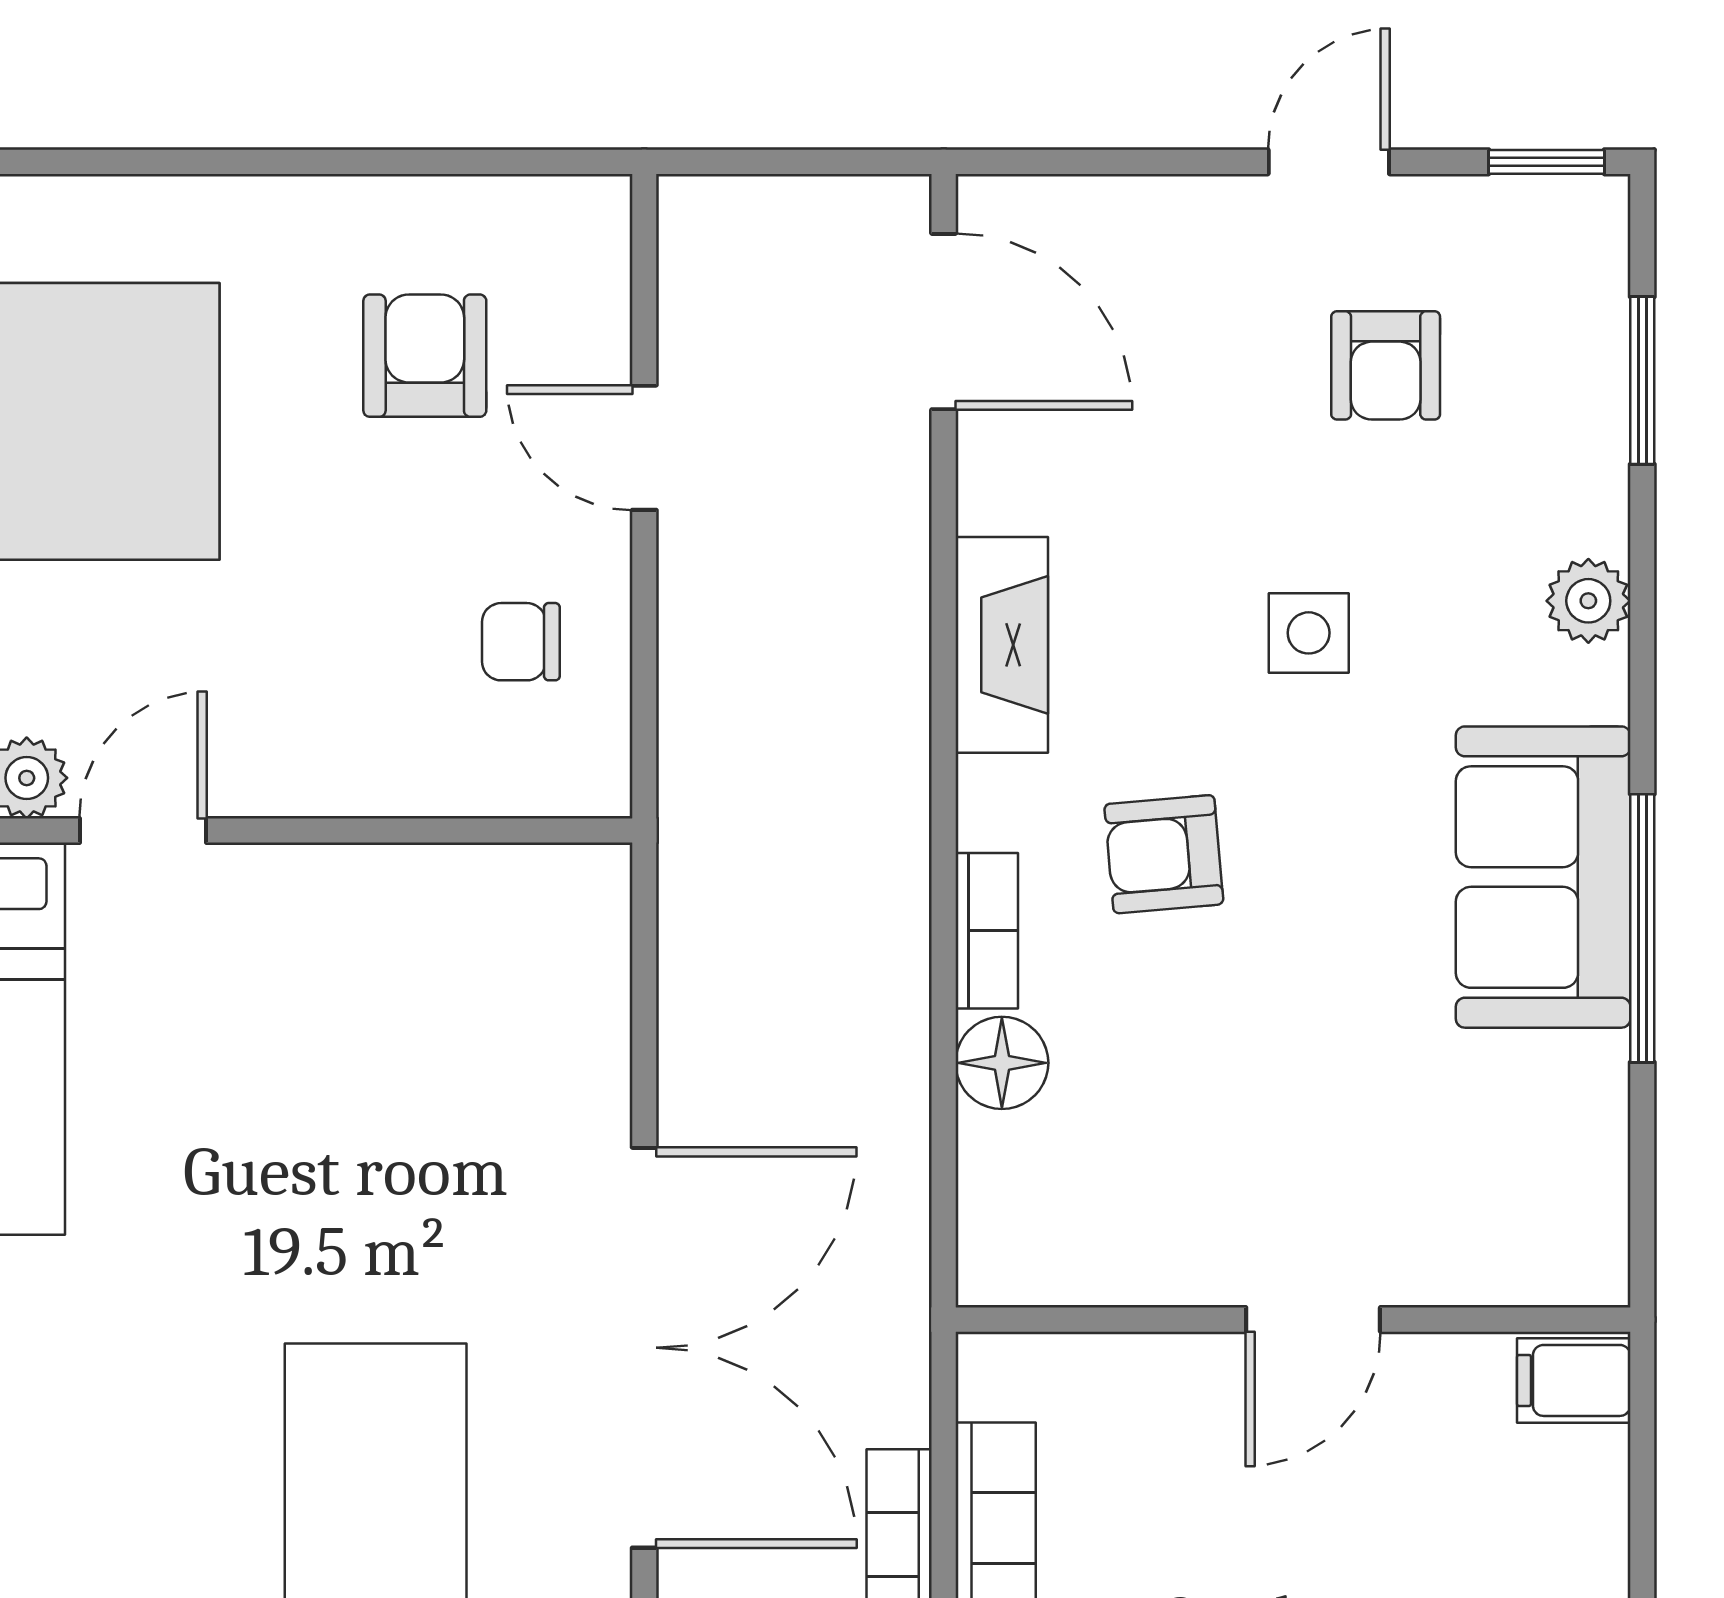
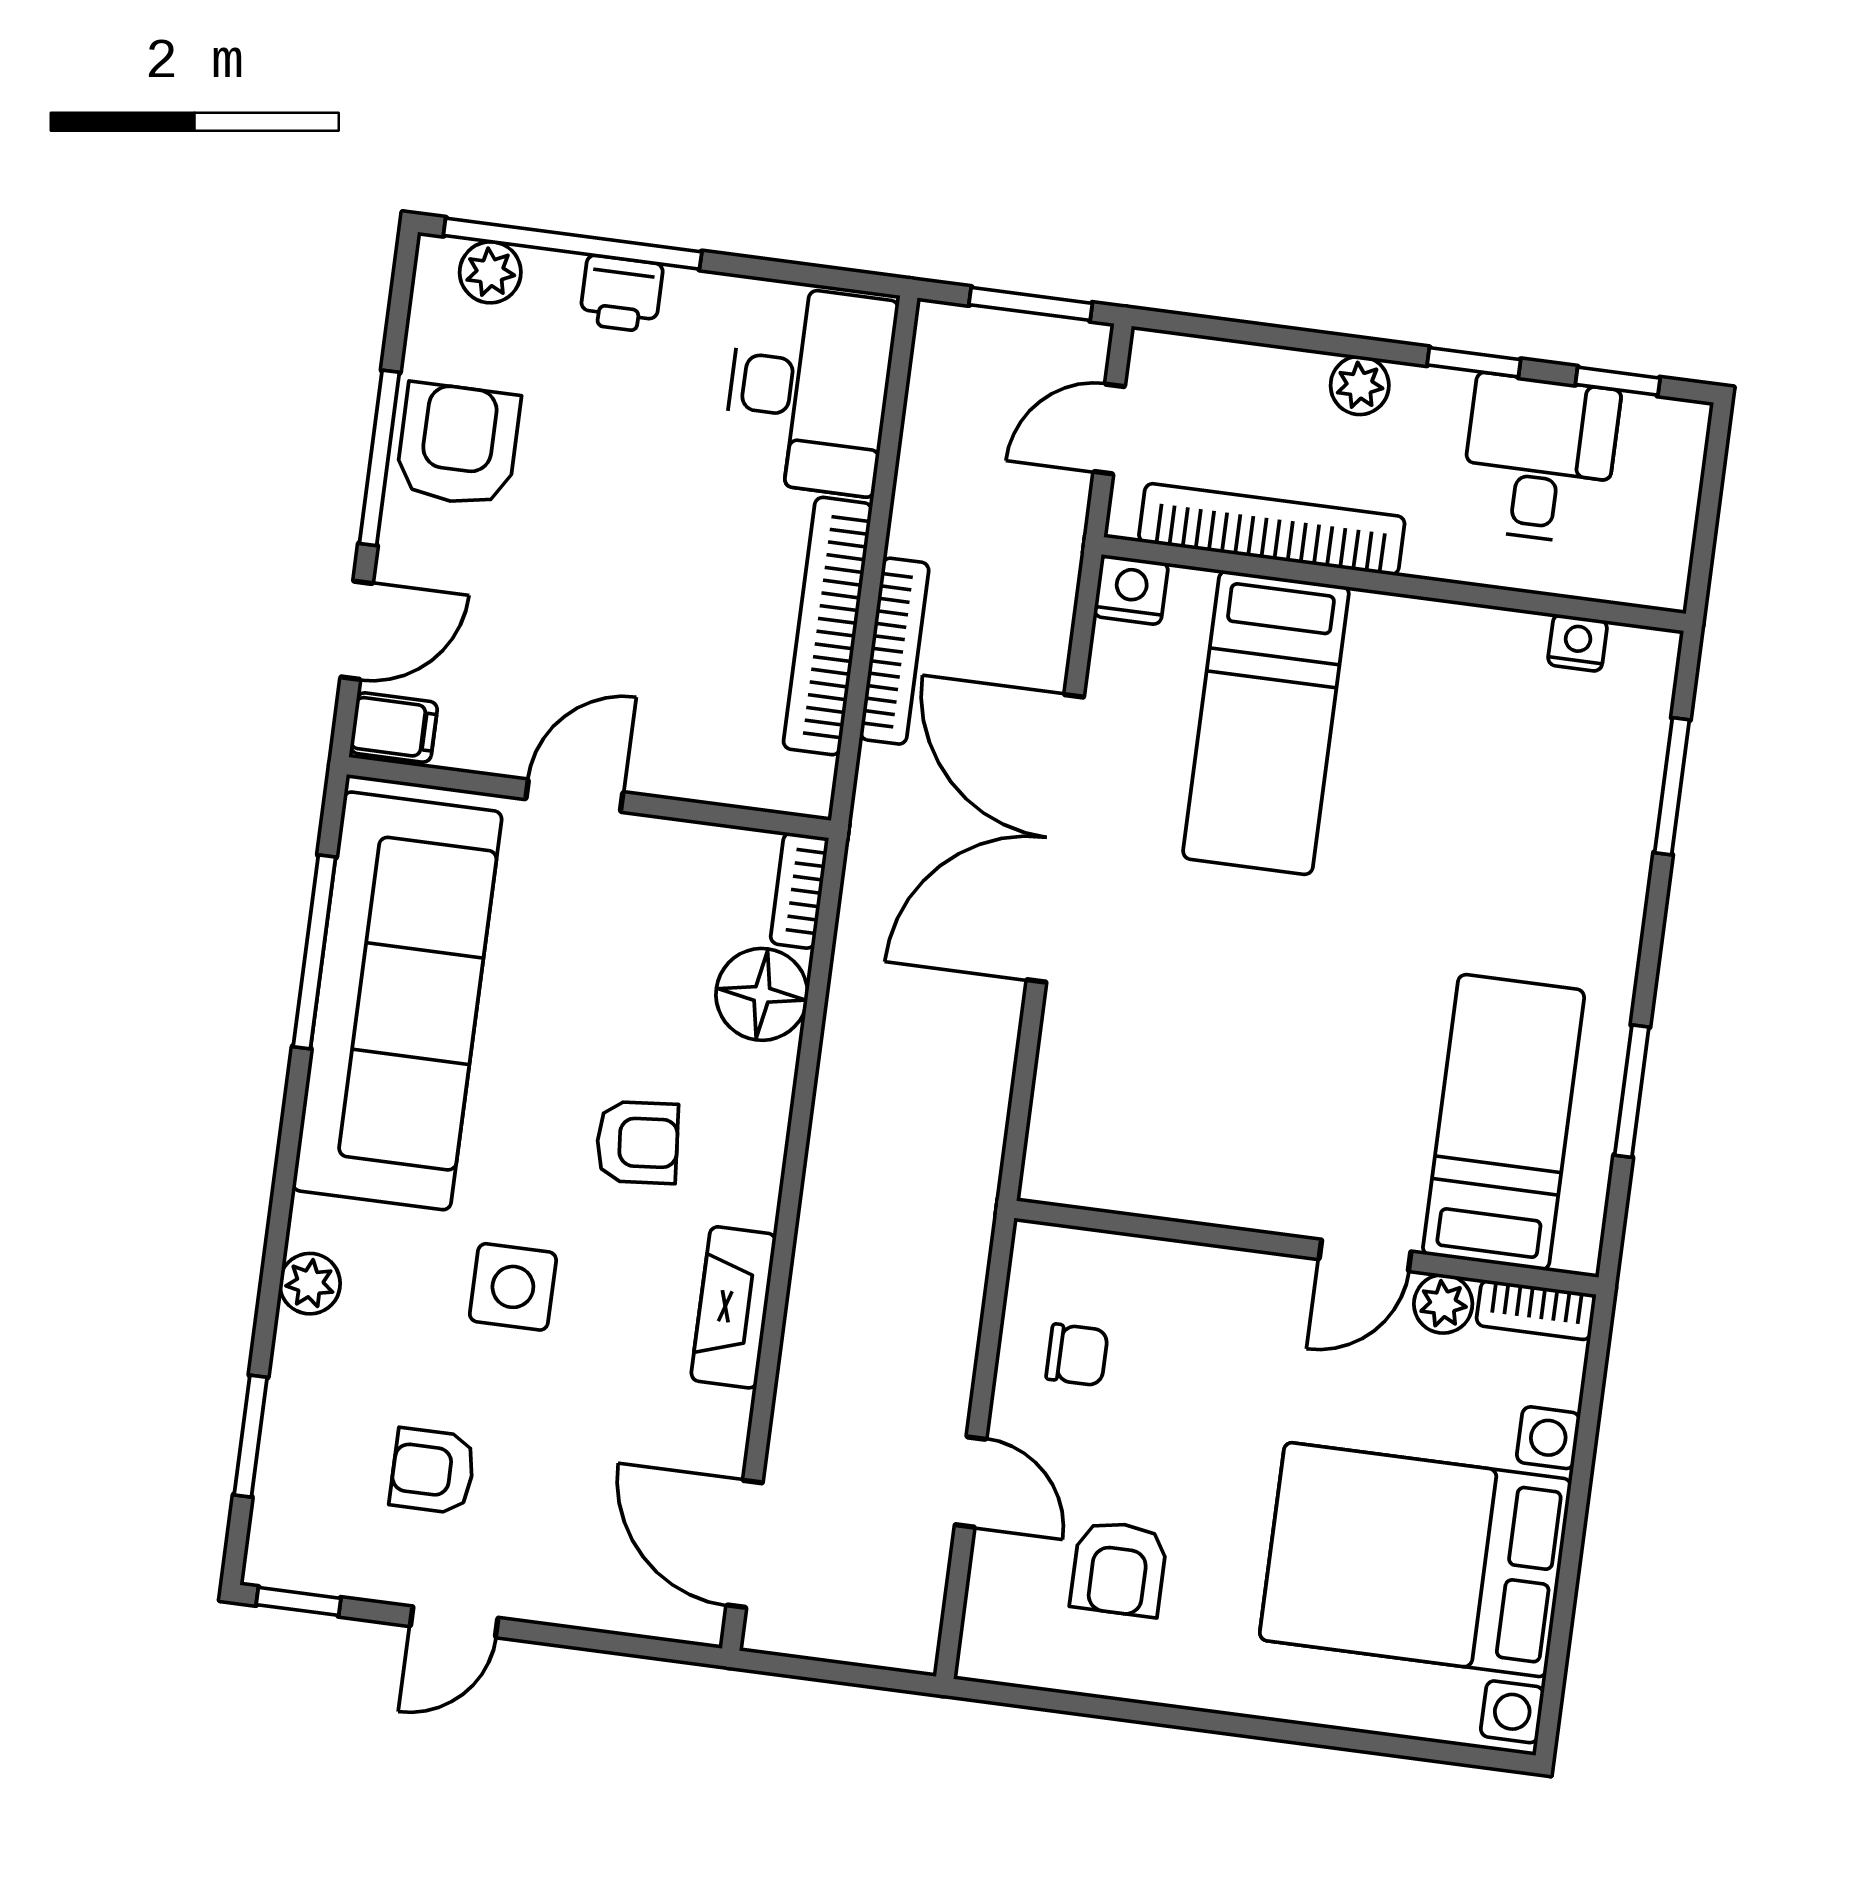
armchair: (1386, 365) -> (433, 1471), turned -90
side table: (1309, 633) -> (513, 1287), width x1.37, depth x1.37
sofa: (1543, 877) -> (397, 1001), width x1.85, depth x1.27
window: (1642, 928) -> (314, 952), moved
bookcase: (987, 931) -> (799, 891), moved
floor lamp: (1002, 1063) -> (762, 994), width x1.38, depth x1.38
door: (1642, 1508) -> (357, 630), added

